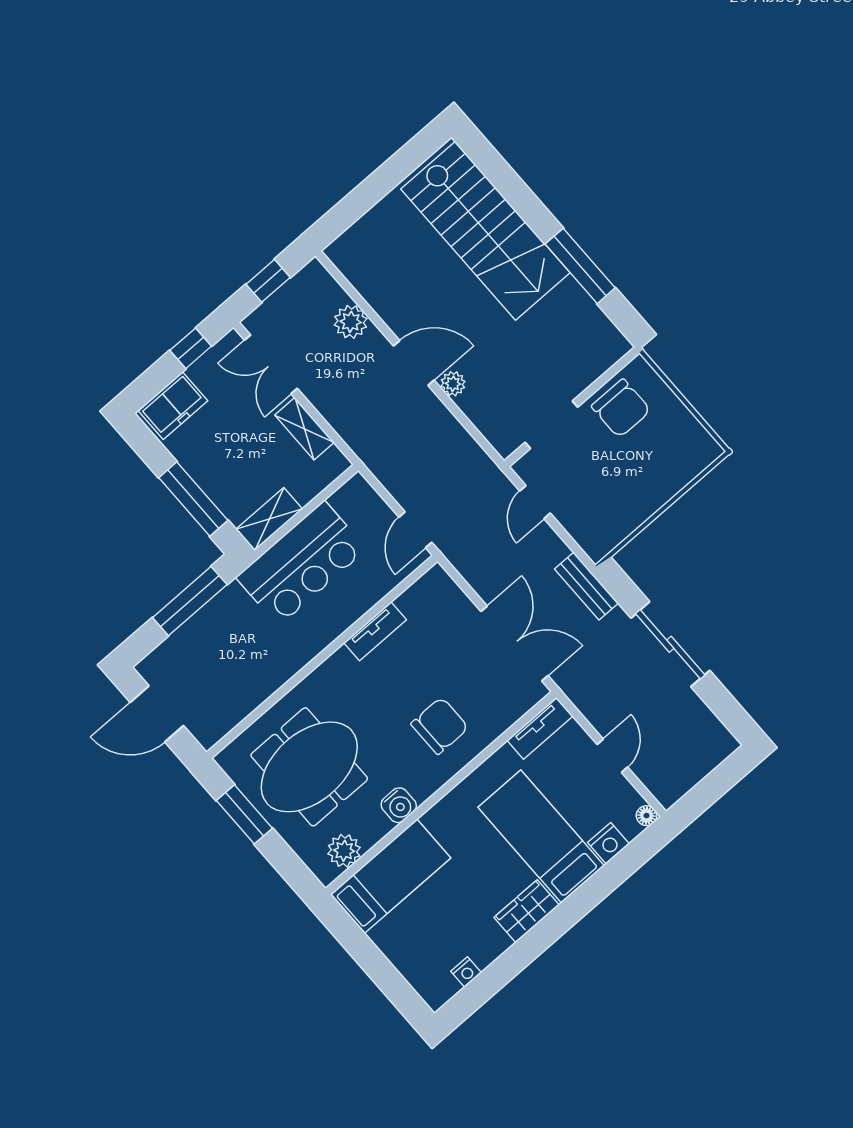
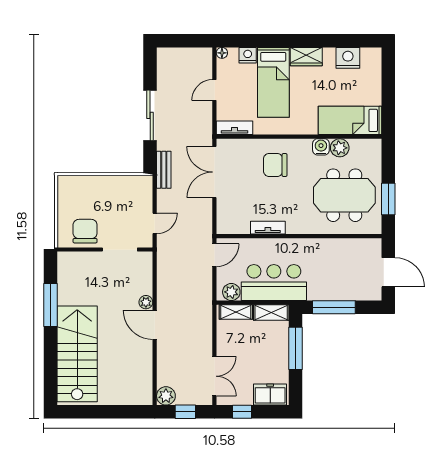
plant: (351, 322) -> (166, 396), moved
shelving: (304, 429) -> (236, 312), moved, turned 90
plant: (348, 500) -> (231, 292), added
plant: (344, 851) -> (340, 148), moved
nightstand: (466, 972) -> (348, 58), width x1.89, depth x1.79

